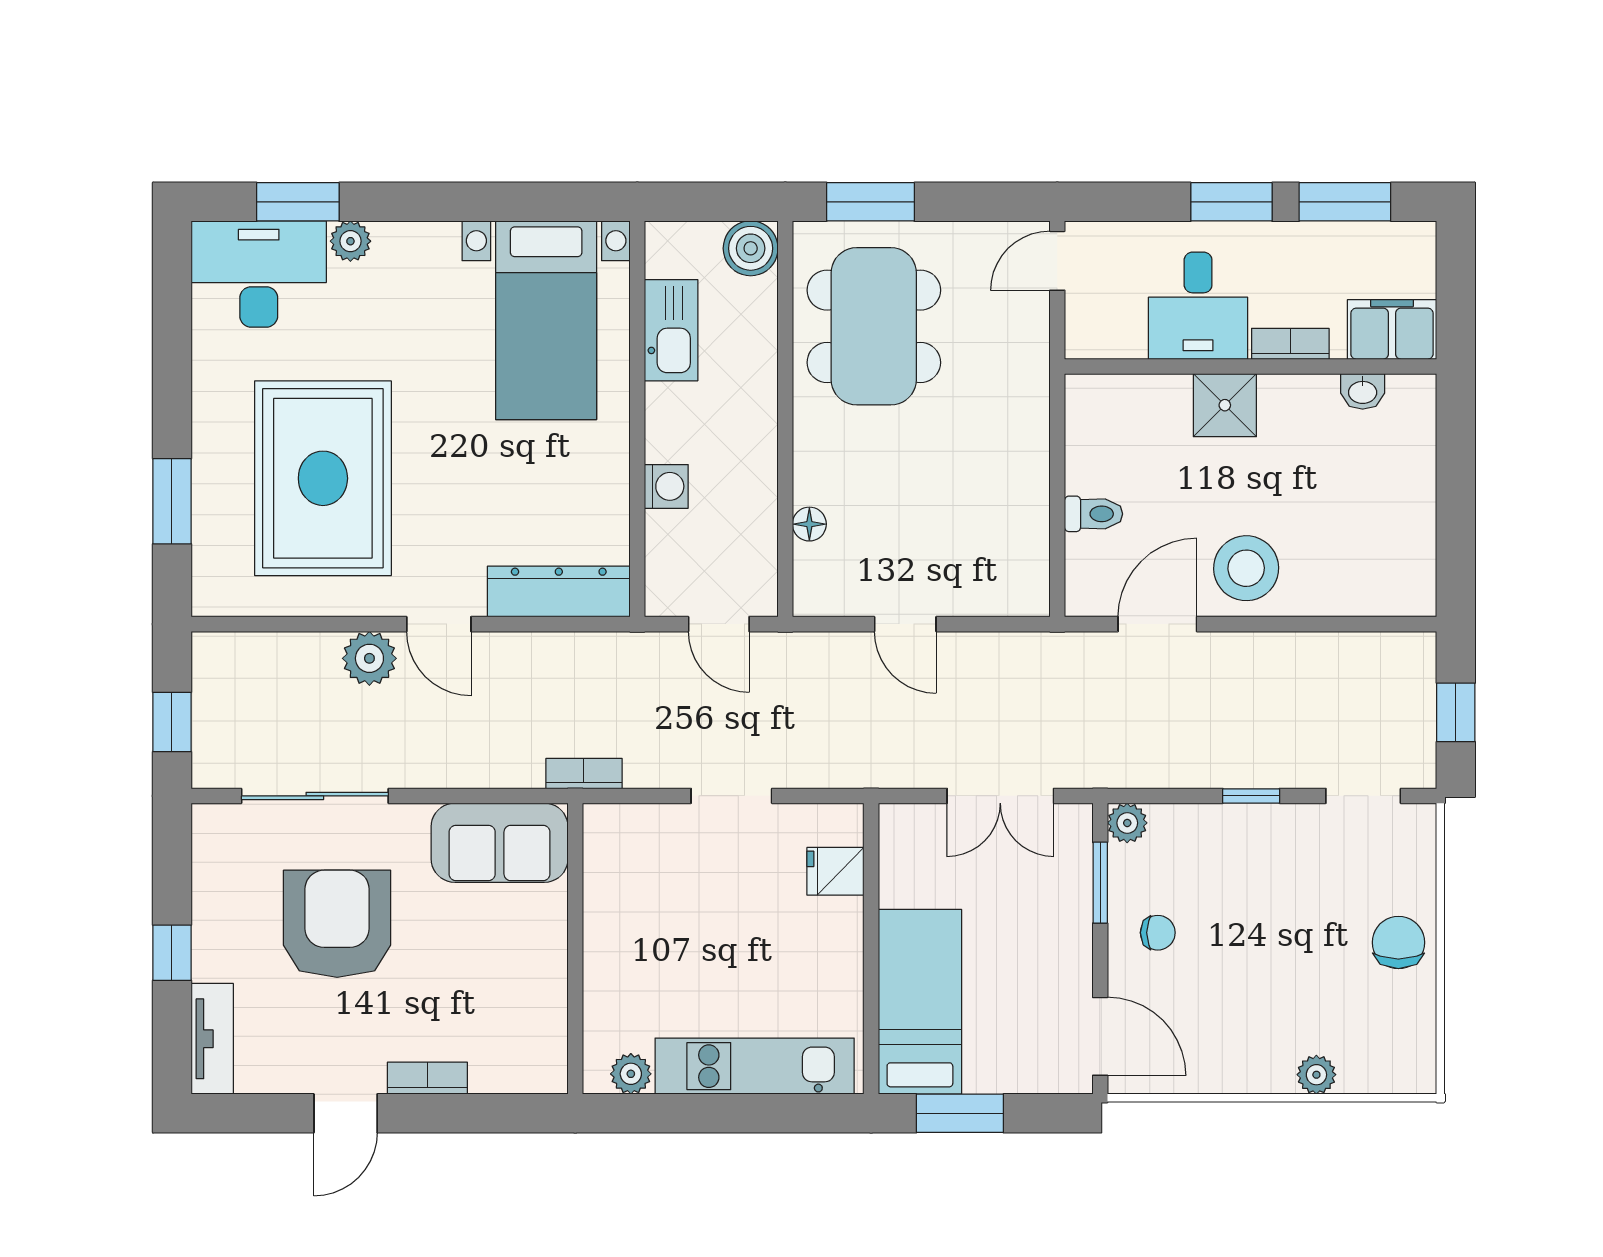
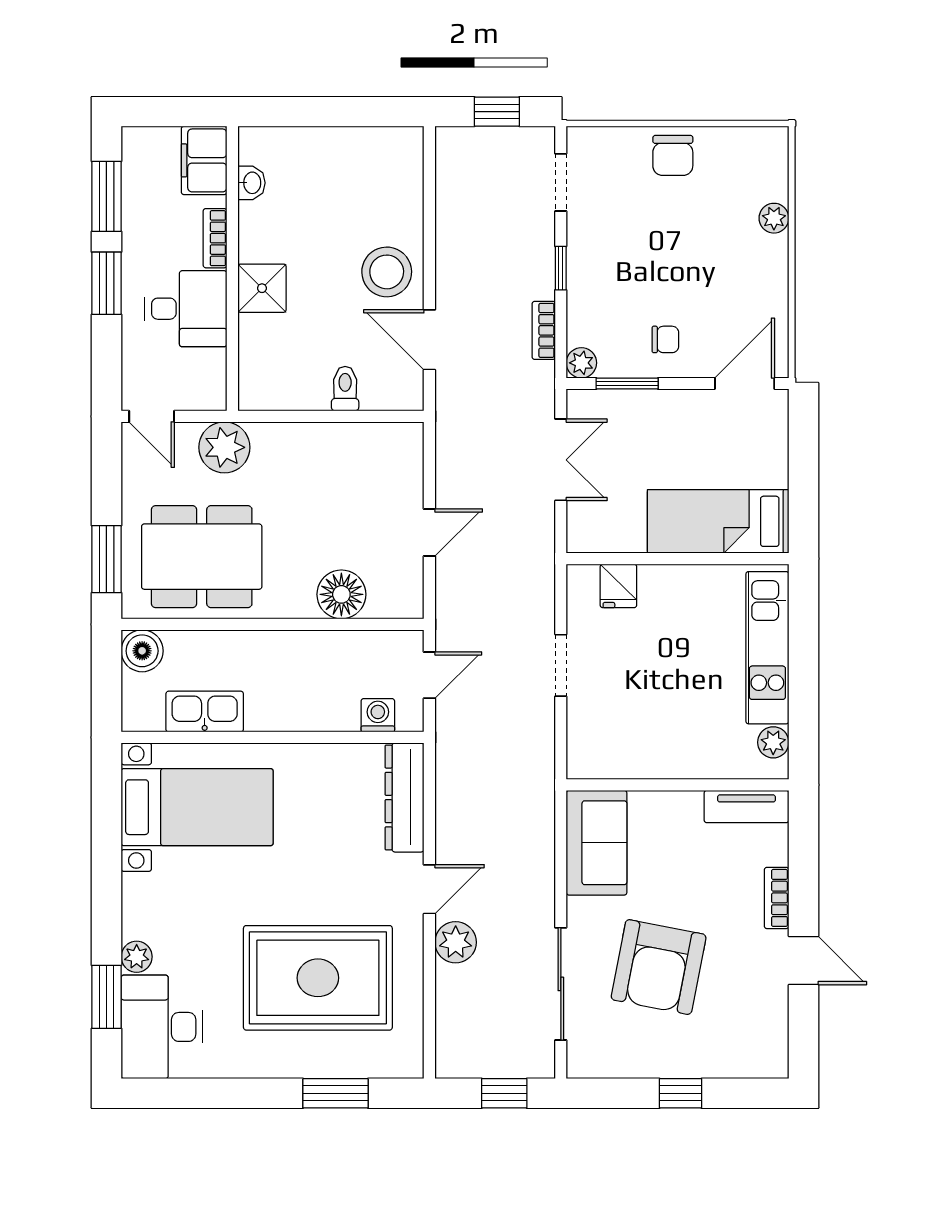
plant: (1017, 356) -> (224, 447), added
washing machine: (666, 486) -> (378, 715), moved
floor lamp: (809, 524) -> (341, 594), width x1.89, depth x1.89
bookcase: (584, 774) -> (544, 330), moved
armchair: (337, 924) -> (659, 967), turned -79
chair: (1158, 933) -> (665, 339), turned 90
chair: (1398, 942) -> (673, 155), turned -90
tv unit: (212, 1039) -> (746, 807), moved, turned 180
window: (960, 1113) -> (803, 491), removed

